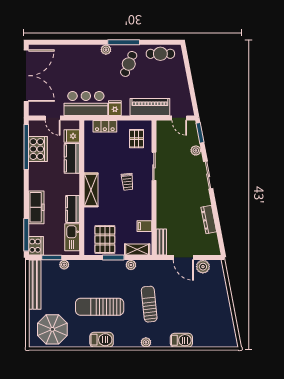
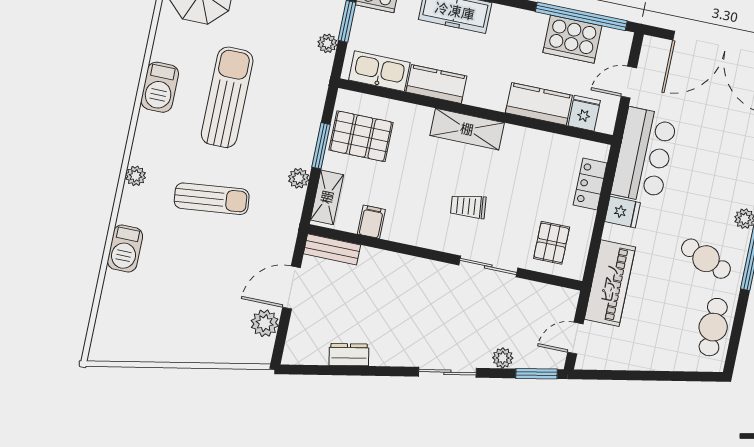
pallet: (136, 139) -> (552, 243), turned 90
dresser: (209, 220) -> (349, 355), width x0.70

